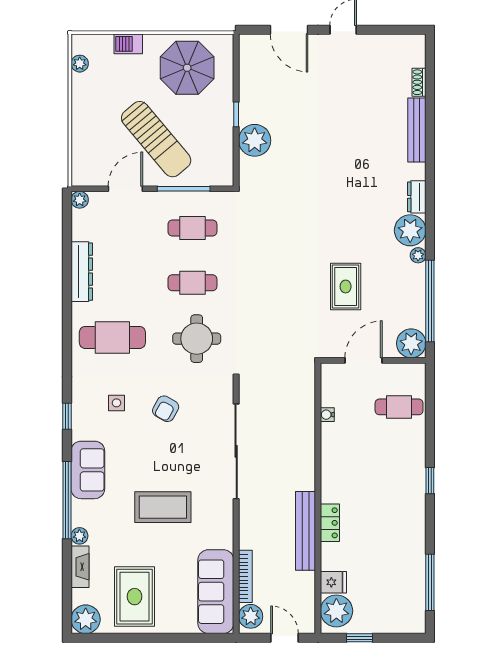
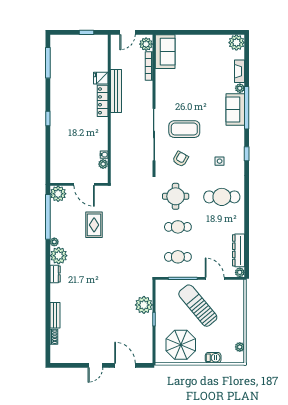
bench: (417, 130) -> (55, 315), width x0.73
door: (125, 189) -> (215, 278), swing flipped
dresser: (82, 272) -> (239, 250), moved
door: (364, 360) -> (84, 184), hinge flipped
cafe table: (399, 407) -> (65, 159), removed
armchair: (166, 409) -> (180, 159), moved
sofa: (88, 470) -> (235, 110), moved
coffee table: (163, 507) -> (184, 129), moved
locker: (330, 523) -> (103, 101), width x1.53
fridge: (333, 582) -> (101, 78), moved
sofa: (216, 592) -> (165, 52), width x0.73
rug: (135, 597) -> (210, 55), removed
plant: (336, 611) -> (103, 164), moved, width x0.53, depth x0.53
door: (285, 638) -> (127, 32), hinge flipped

